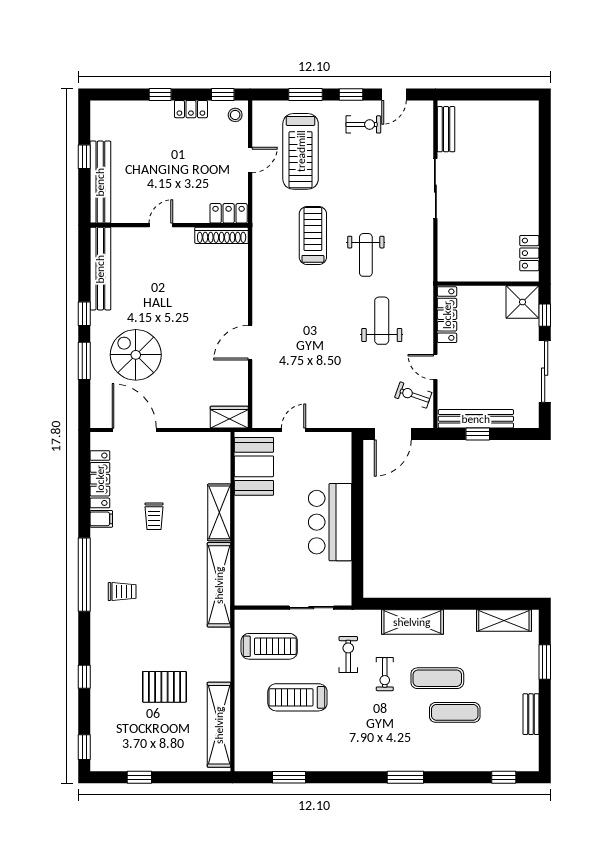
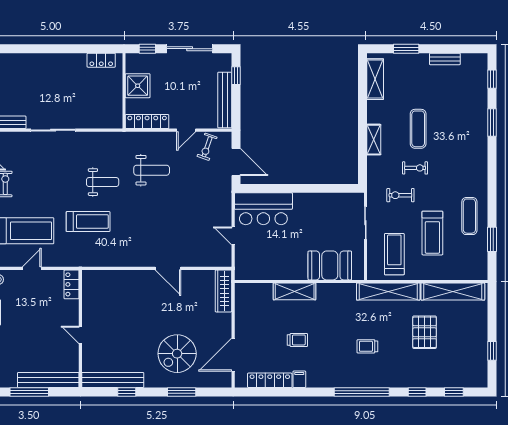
window: (84, 157) -> (29, 392), width x2.17
door: (250, 160) -> (32, 268), hinge flipped
shoe rack: (222, 235) -> (88, 290), removed
treadmill: (313, 235) -> (88, 222), turned 180
shower: (522, 302) -> (138, 86), moved
window: (84, 314) -> (127, 392), moved
weight bench: (382, 321) -> (152, 170), turned 180
wardrobe: (229, 417) -> (223, 291), width x1.50
window: (478, 434) -> (236, 76), moved
booth: (254, 466) -> (330, 265), moved
bar counter: (330, 522) -> (263, 209), moved
window: (84, 575) -> (362, 392), moved
shelving: (219, 585) -> (388, 292), moved
trolley: (122, 592) -> (367, 346), moved, turned -90
shelving: (412, 622) -> (374, 140), width x0.67, depth x0.75
exercise mat: (455, 712) -> (469, 216), moved
window: (84, 747) -> (454, 392), moved
window: (405, 777) -> (492, 123), moved

